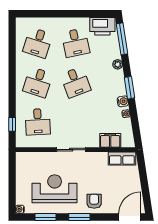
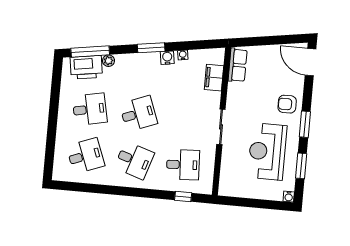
printer: (102, 26) -> (86, 67), moved, turned 81
desk: (38, 43) -> (85, 156), turned -39
plant: (118, 64) -> (108, 61), moved

